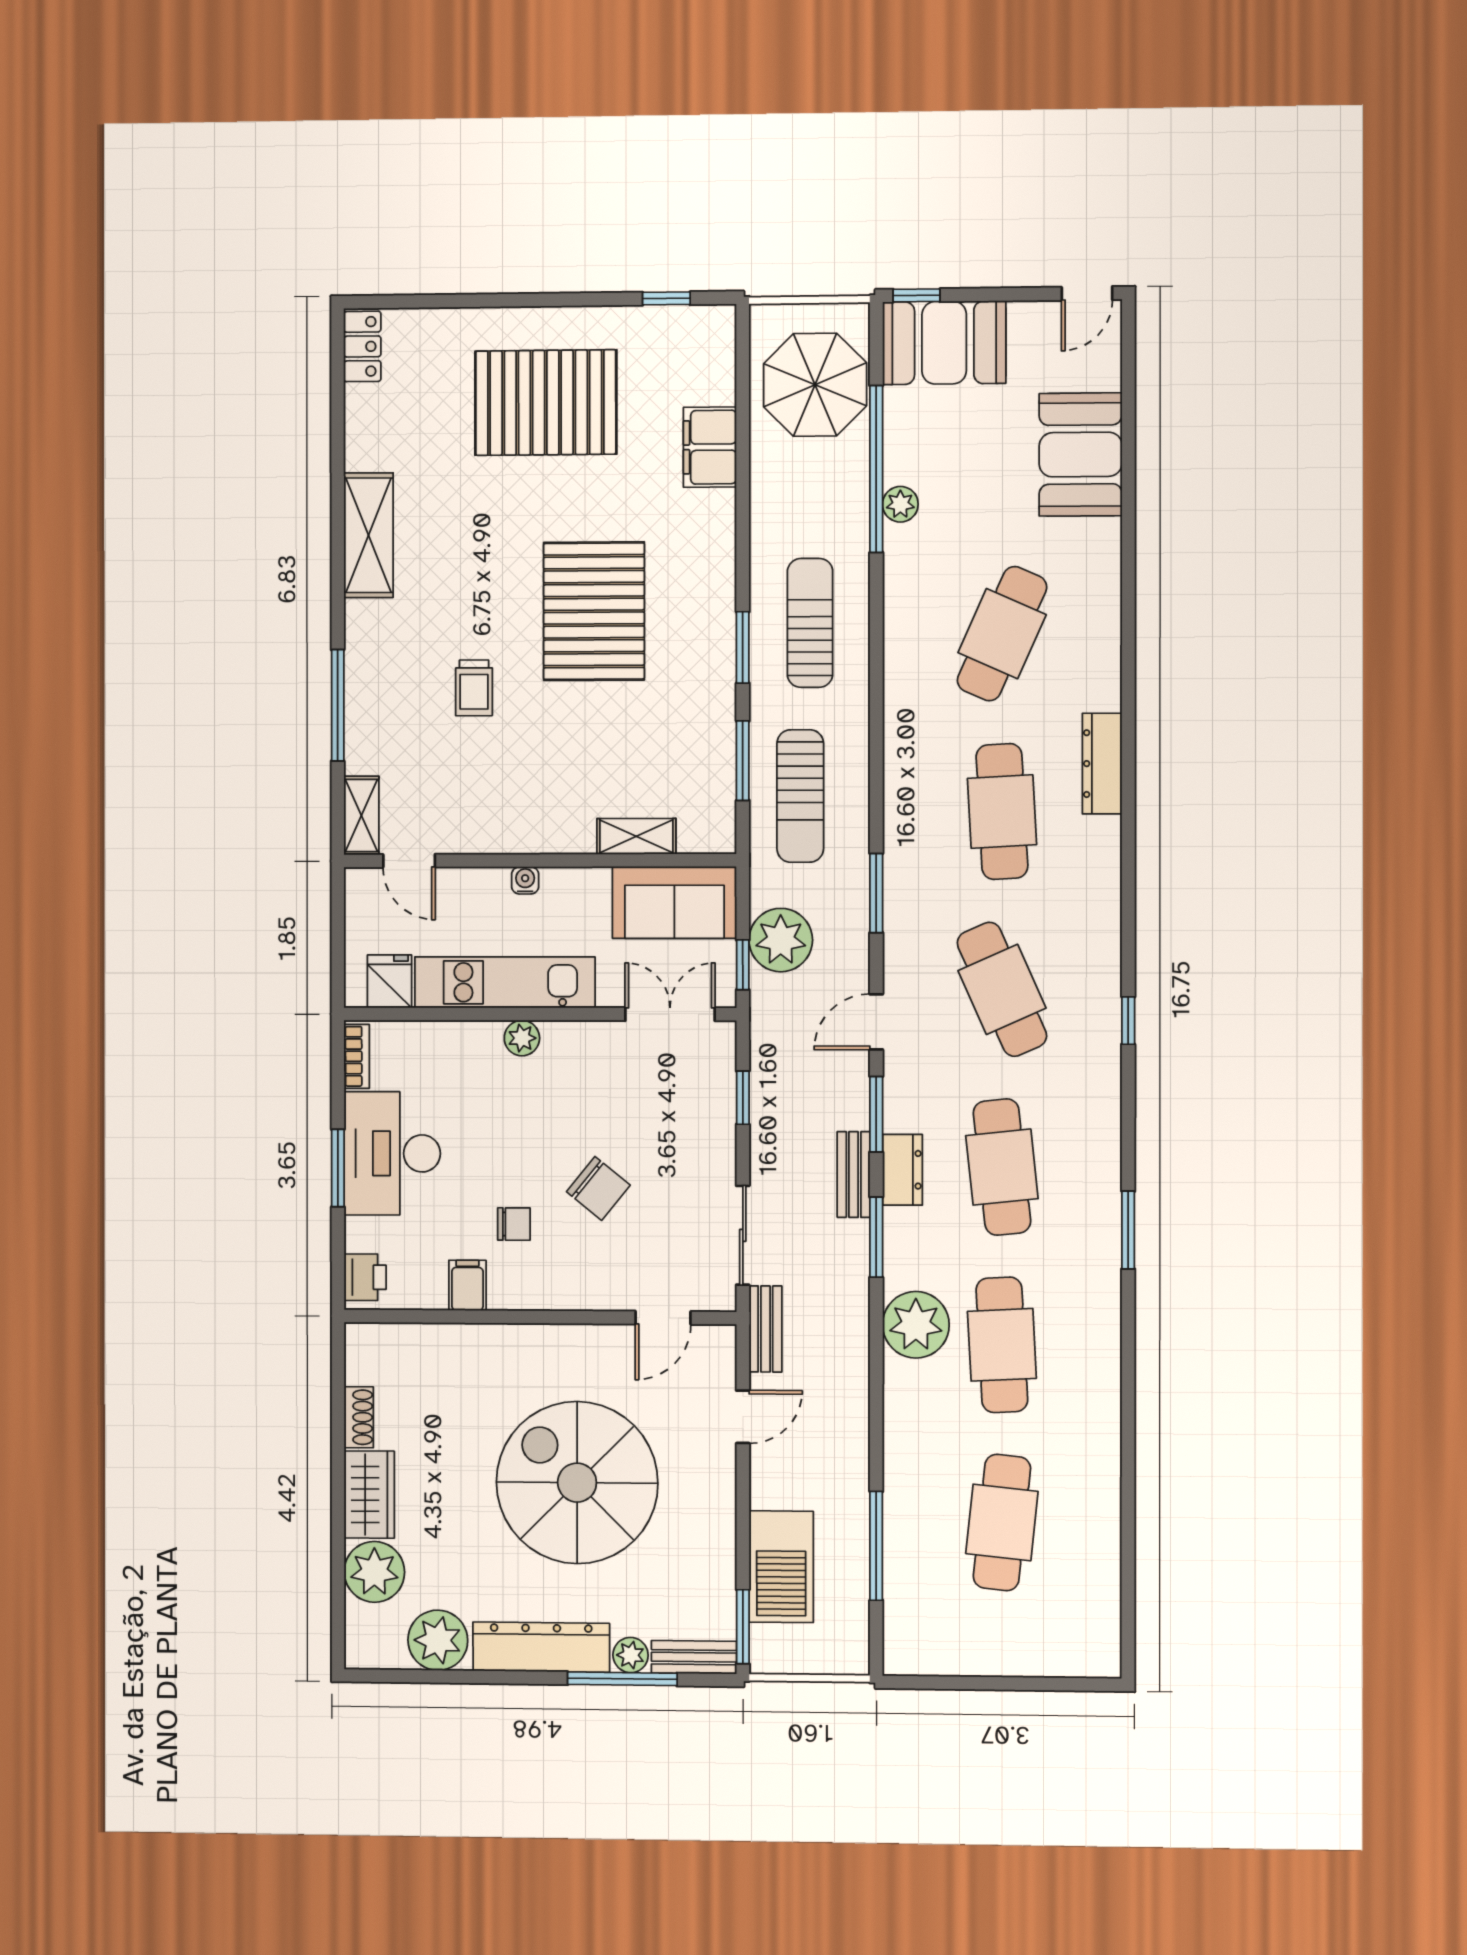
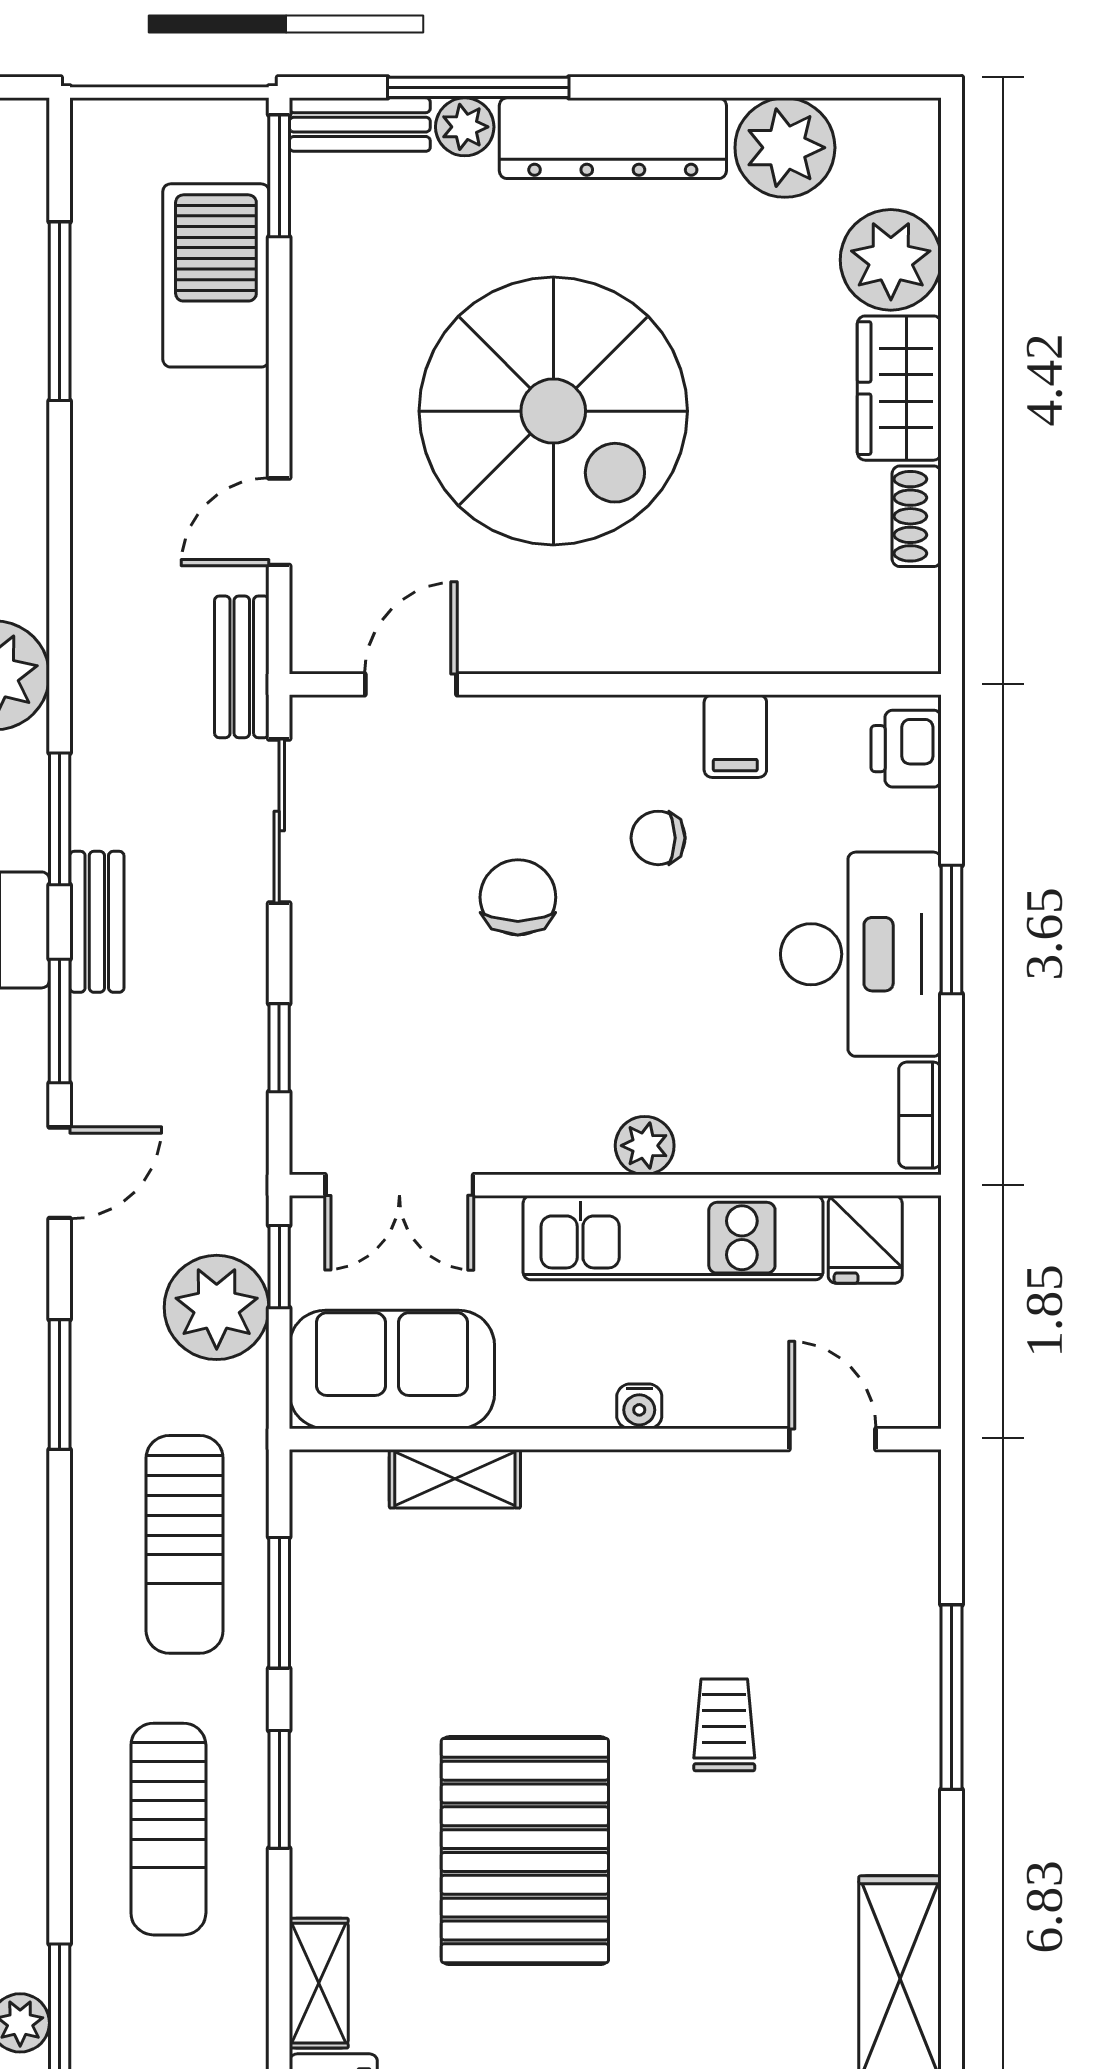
sun lounger: (800, 796) -> (185, 1544), turned 180
shelving: (361, 815) -> (319, 1983), moved
chair: (598, 1188) -> (518, 897), turned 51

